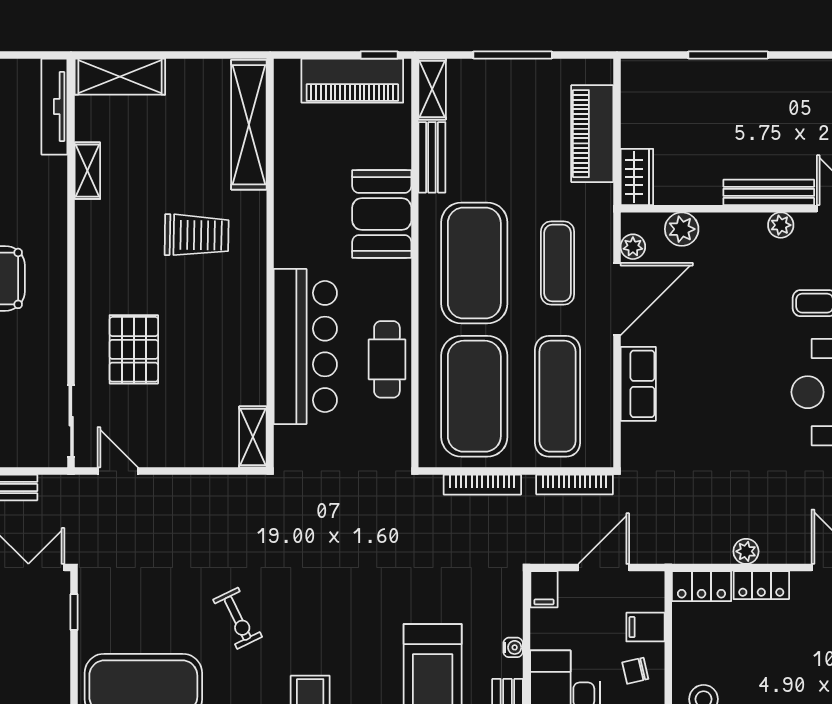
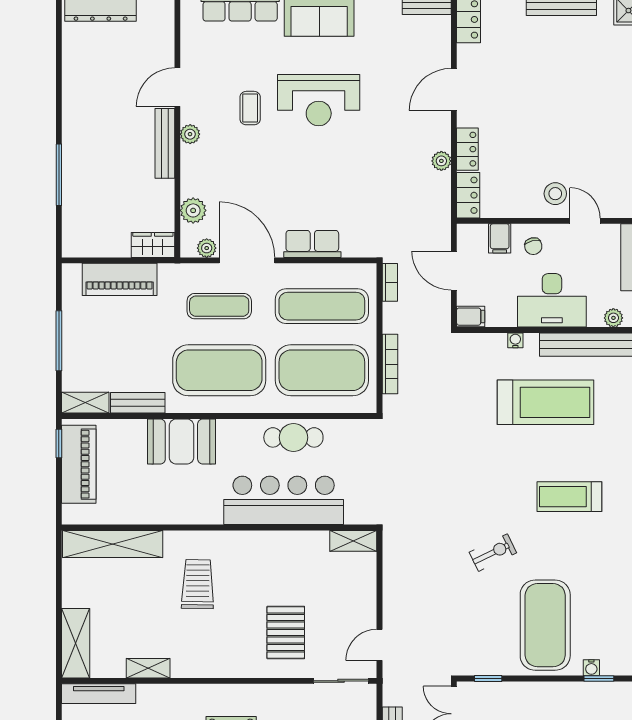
pallet: (134, 349) -> (286, 633), turned 90
bookcase: (575, 485) -> (390, 282), width x0.64

